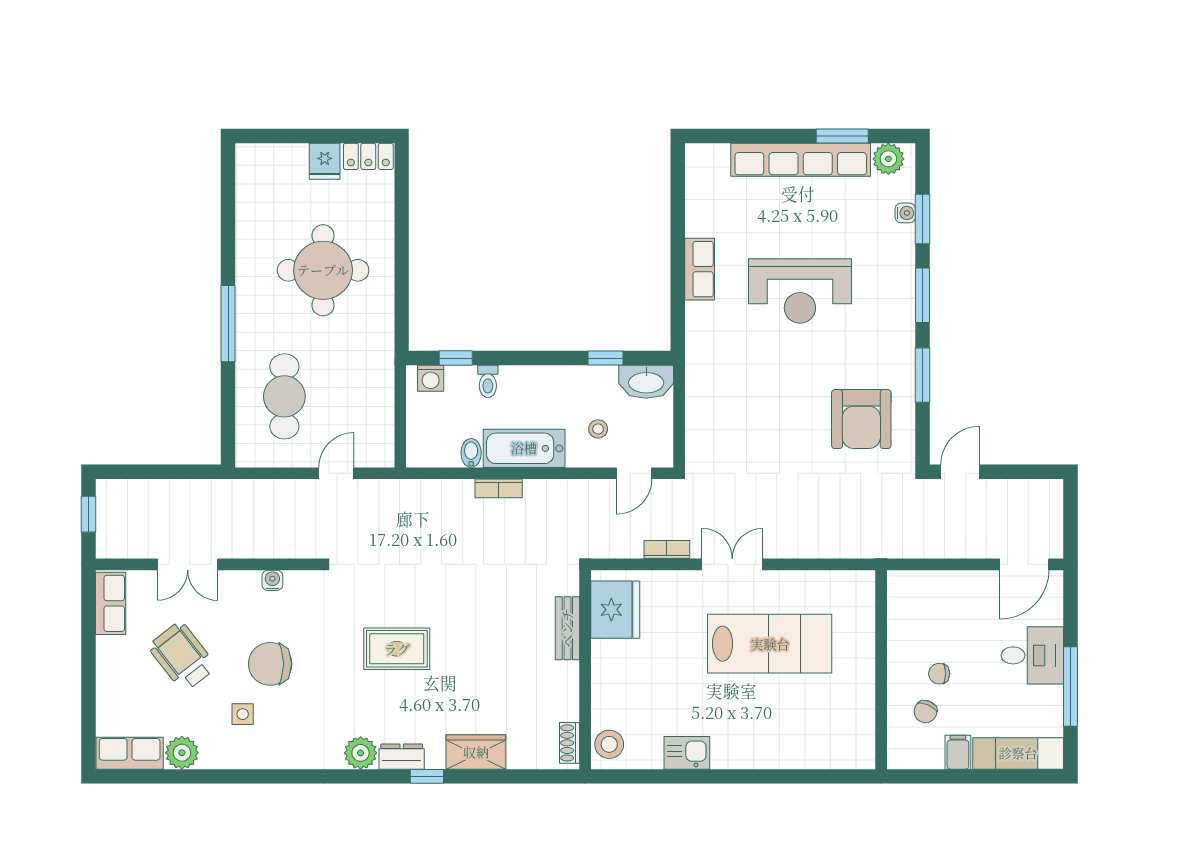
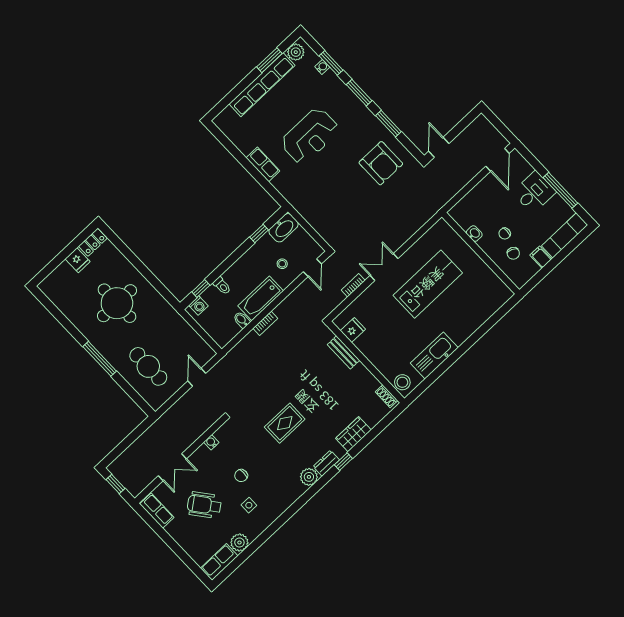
fridge: (615, 610) -> (353, 330), width x0.53, depth x0.75
washbasin: (898, 635) -> (474, 234), added
chair: (270, 664) -> (241, 476), width x0.54, depth x0.54
kitchen sink: (687, 753) -> (434, 355), width x1.87, depth x1.24

